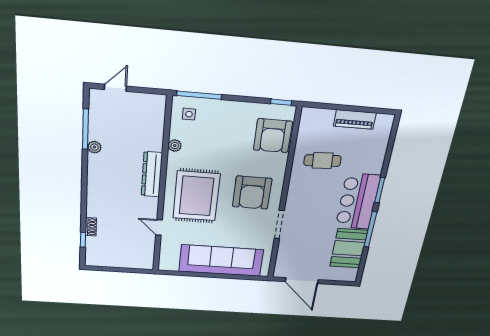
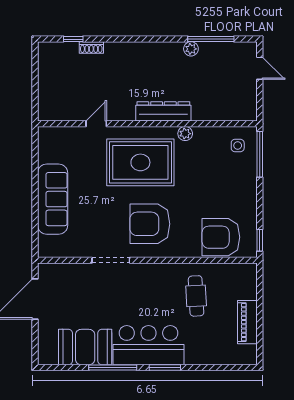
plant: (175, 146) -> (185, 134), moved
sofa: (221, 261) -> (53, 199), width x0.74, depth x0.79

